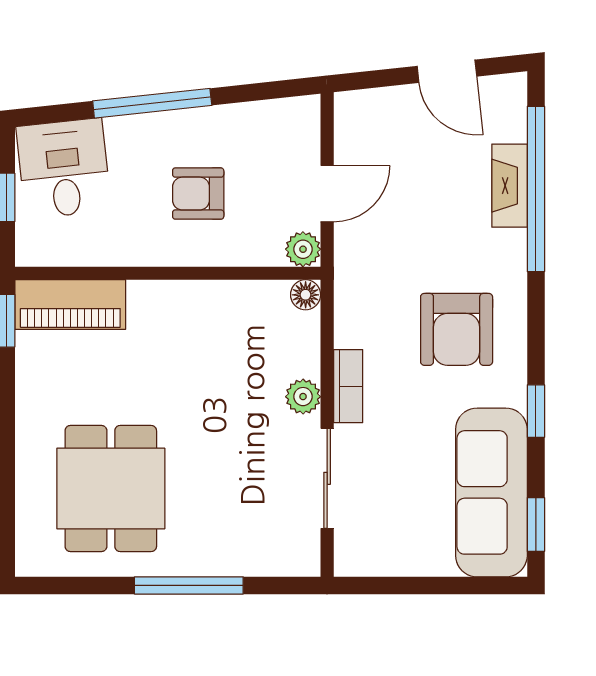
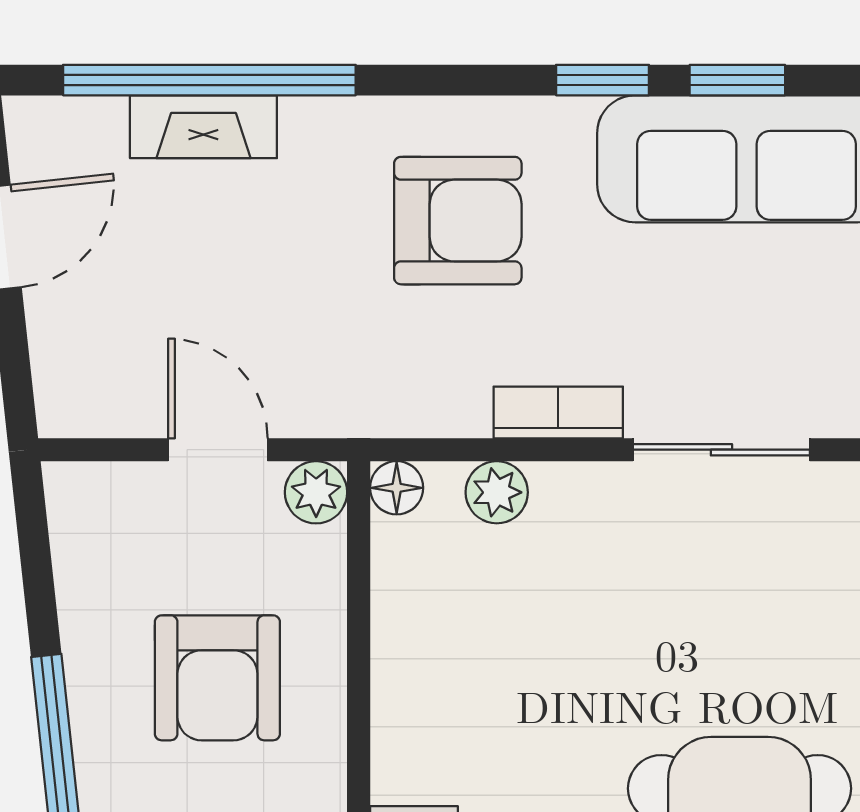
armchair: (198, 194) -> (217, 678), width x1.38, depth x1.38
plant: (303, 397) -> (497, 492), moved
window: (536, 524) -> (737, 80), moved

